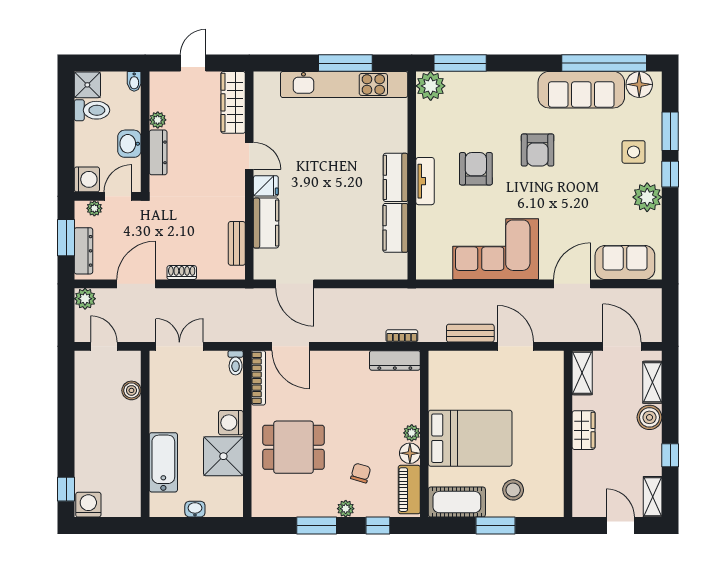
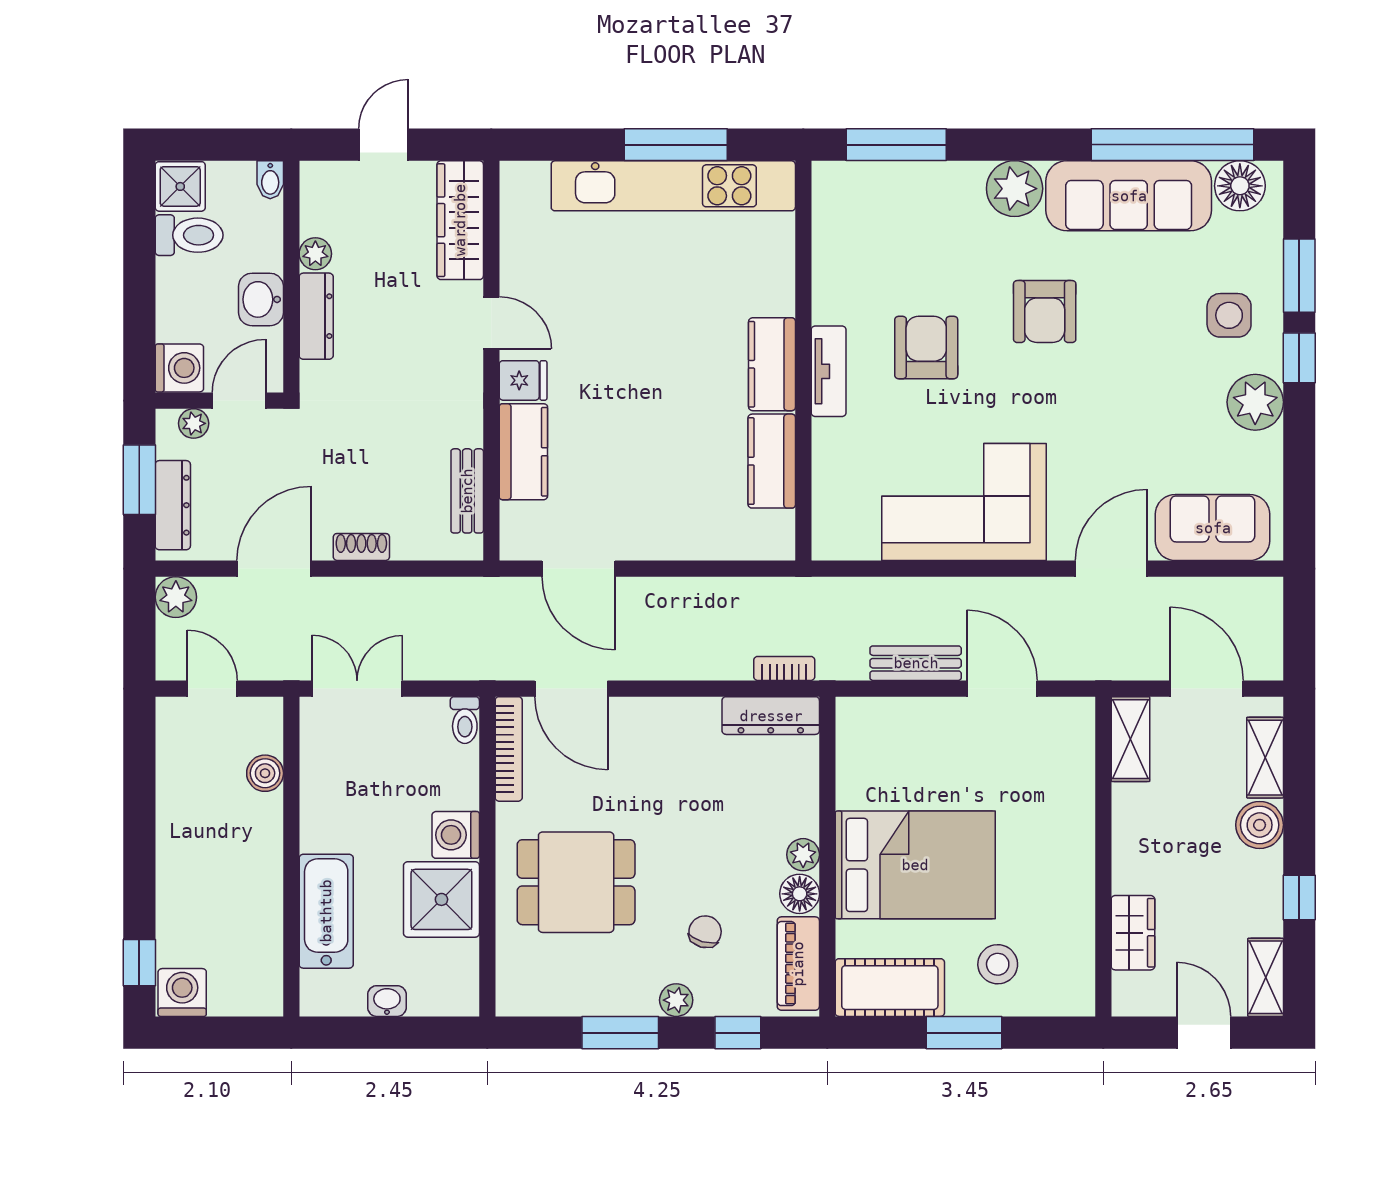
plant: (431, 86) -> (1015, 189), moved
wardrobe: (583, 430) -> (1133, 933), moved

